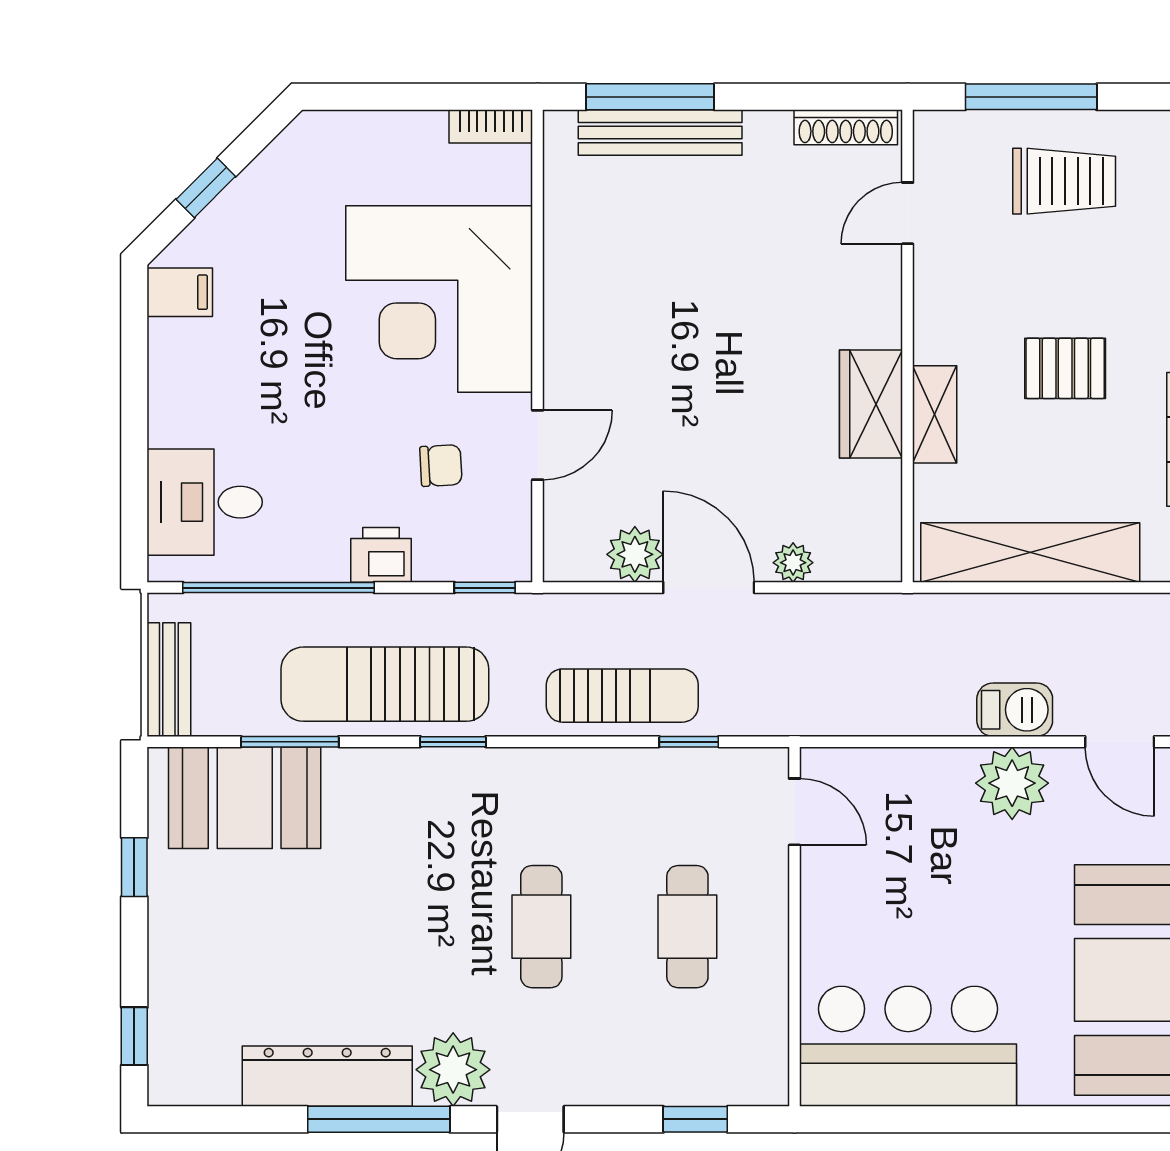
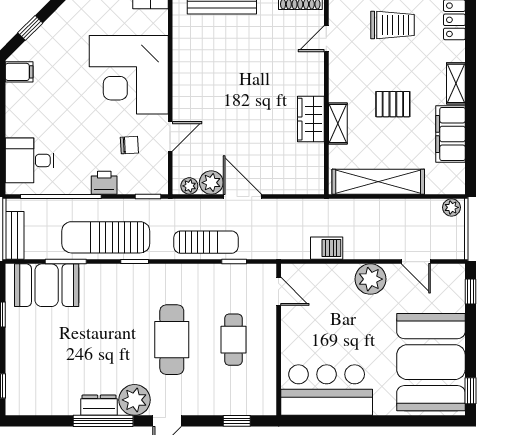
plant: (793, 563) -> (189, 186), moved
barbecue: (1015, 710) -> (327, 248), moved
cafe table: (541, 927) -> (172, 340), width x1.37, depth x1.35
dresser: (327, 1076) -> (99, 405), width x0.51, depth x0.80

